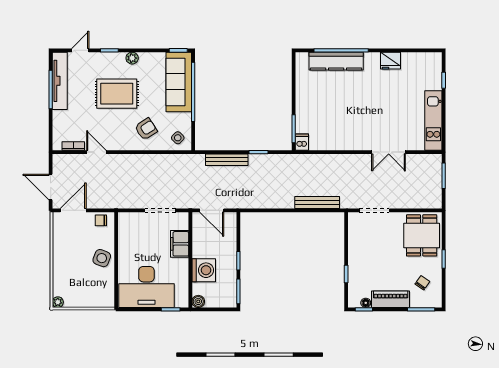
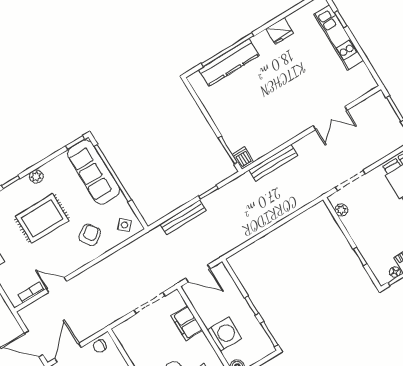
kitchen unit: (433, 121) -> (339, 37), moved
bench: (317, 202) -> (273, 163), moved
plant: (353, 229) -> (341, 210), added

